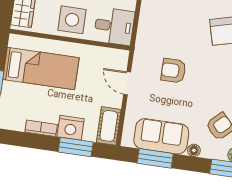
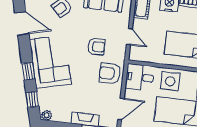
armchair: (156, 33) -> (110, 73), added

